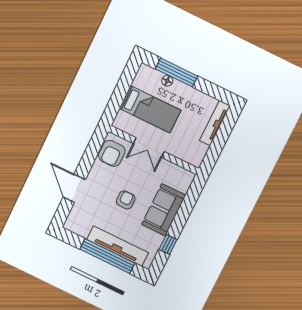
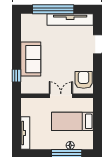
armchair: (126, 200) -> (59, 53), removed
window: (168, 244) -> (16, 76), moved
tv unit: (118, 246) -> (70, 19), moved

